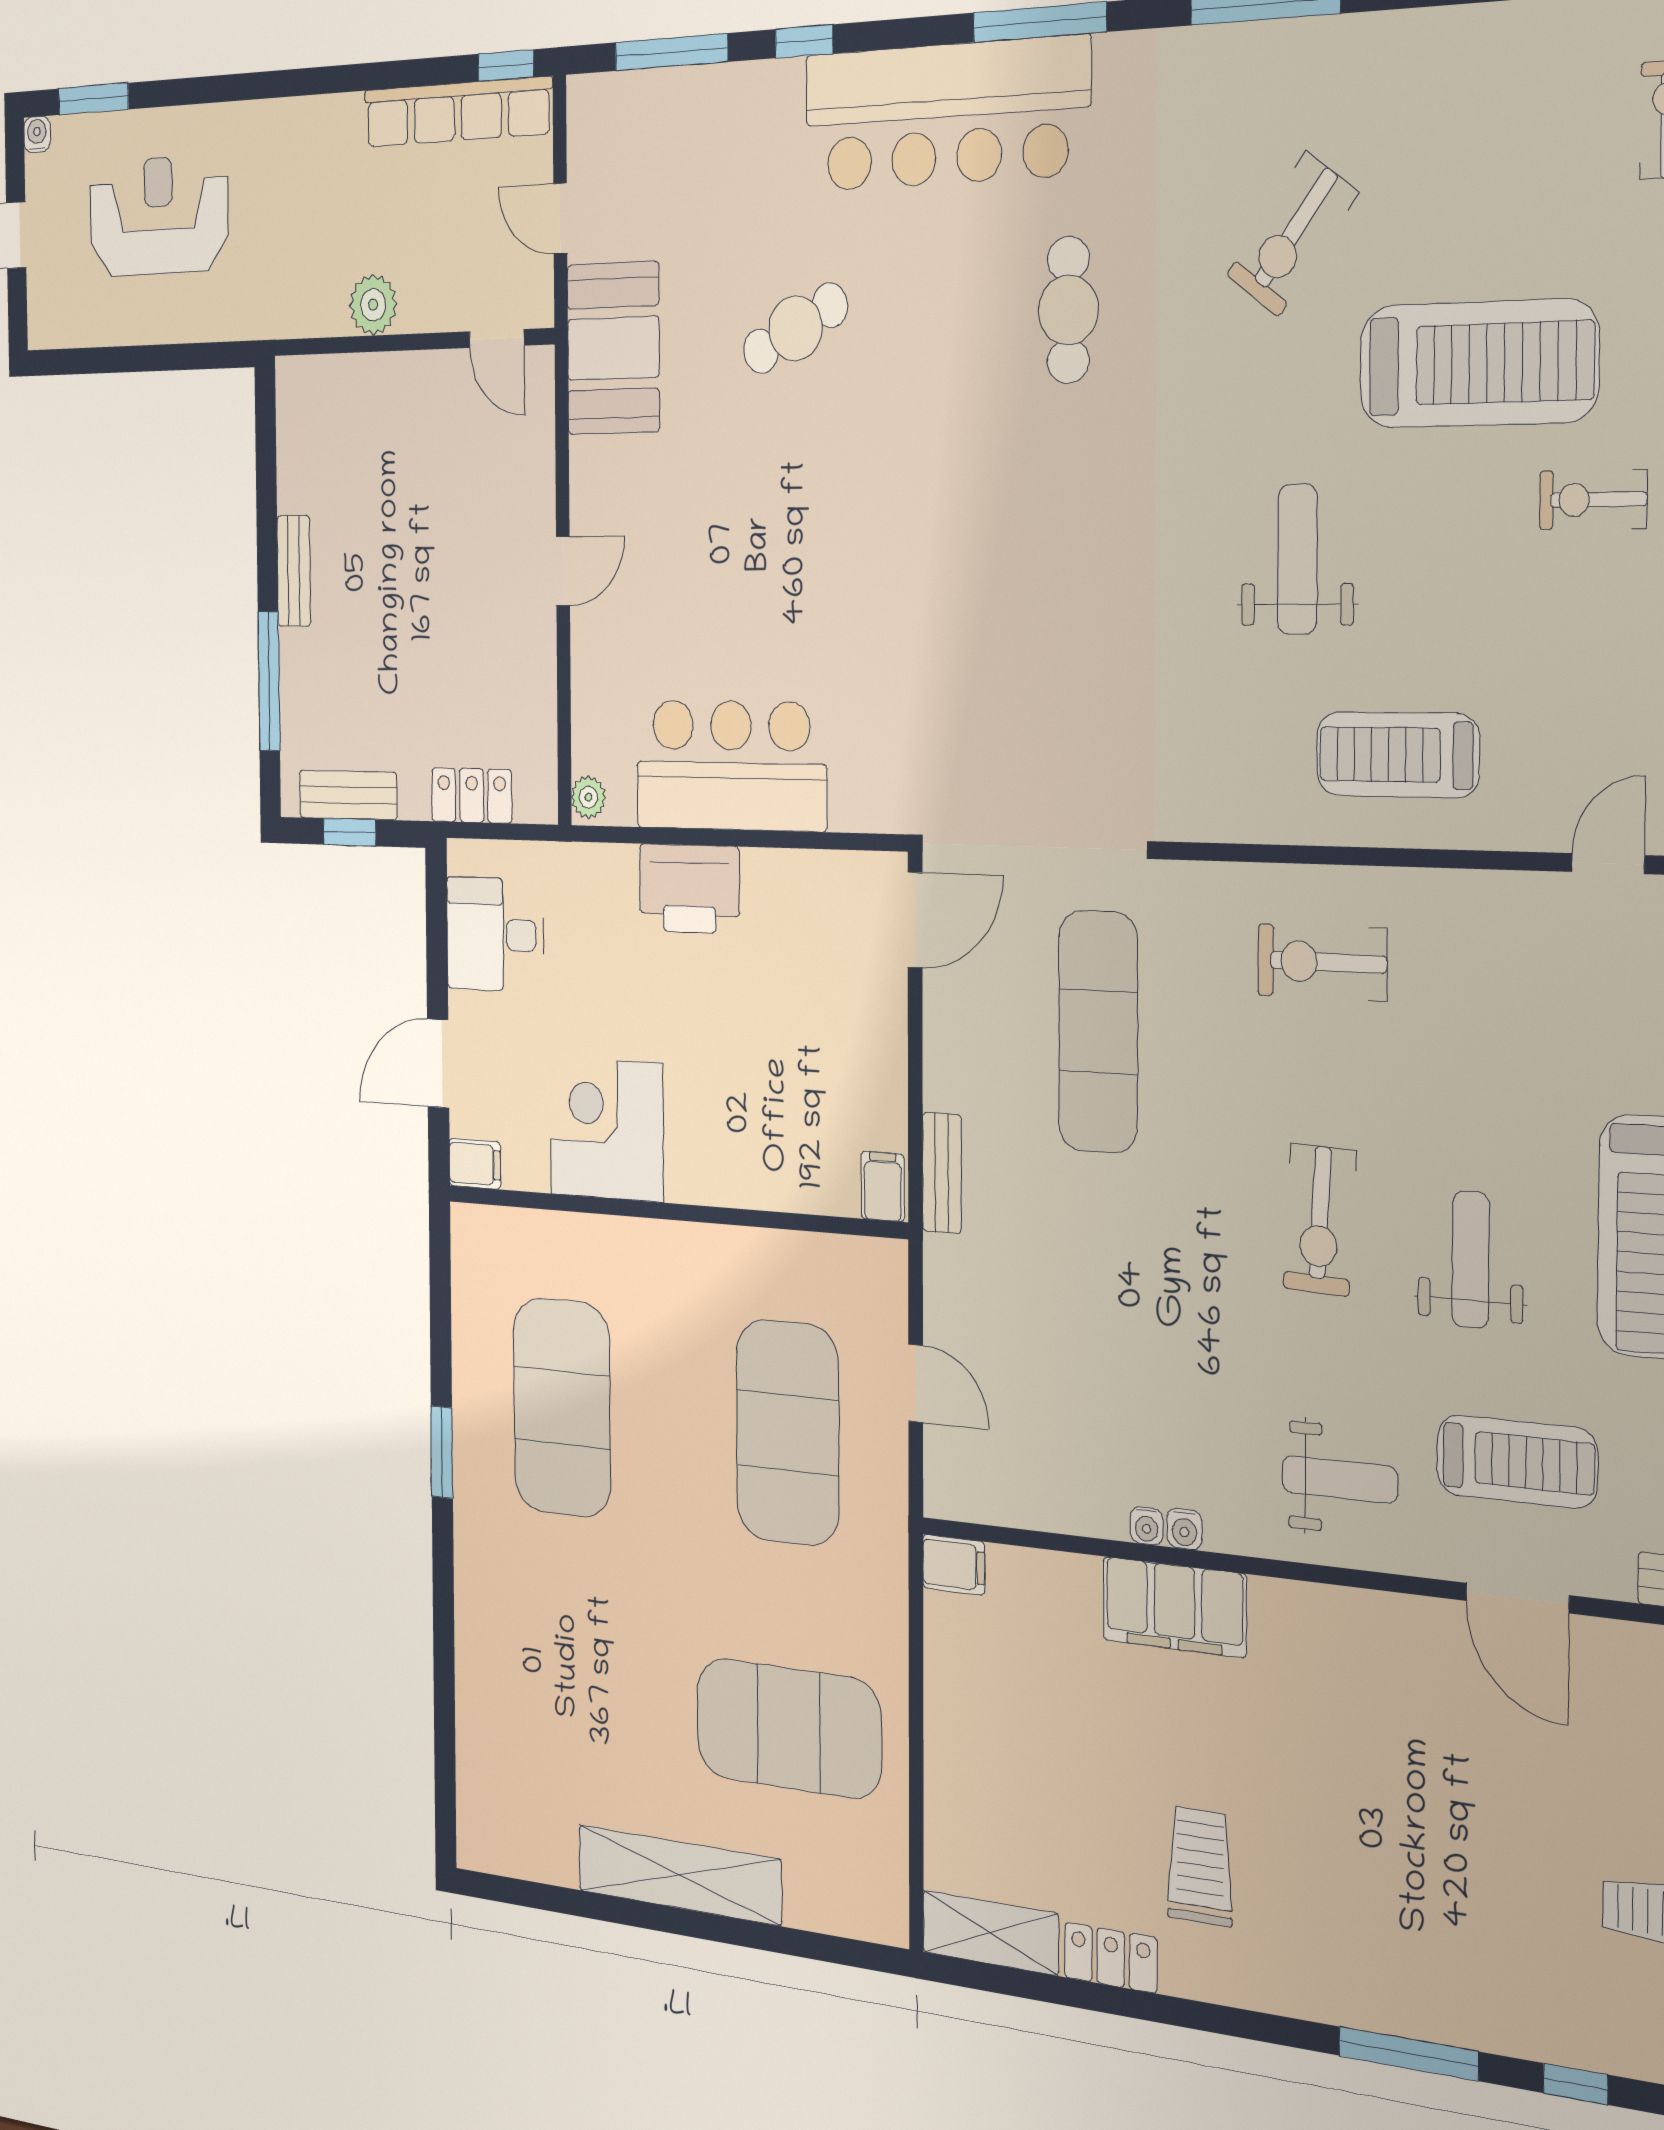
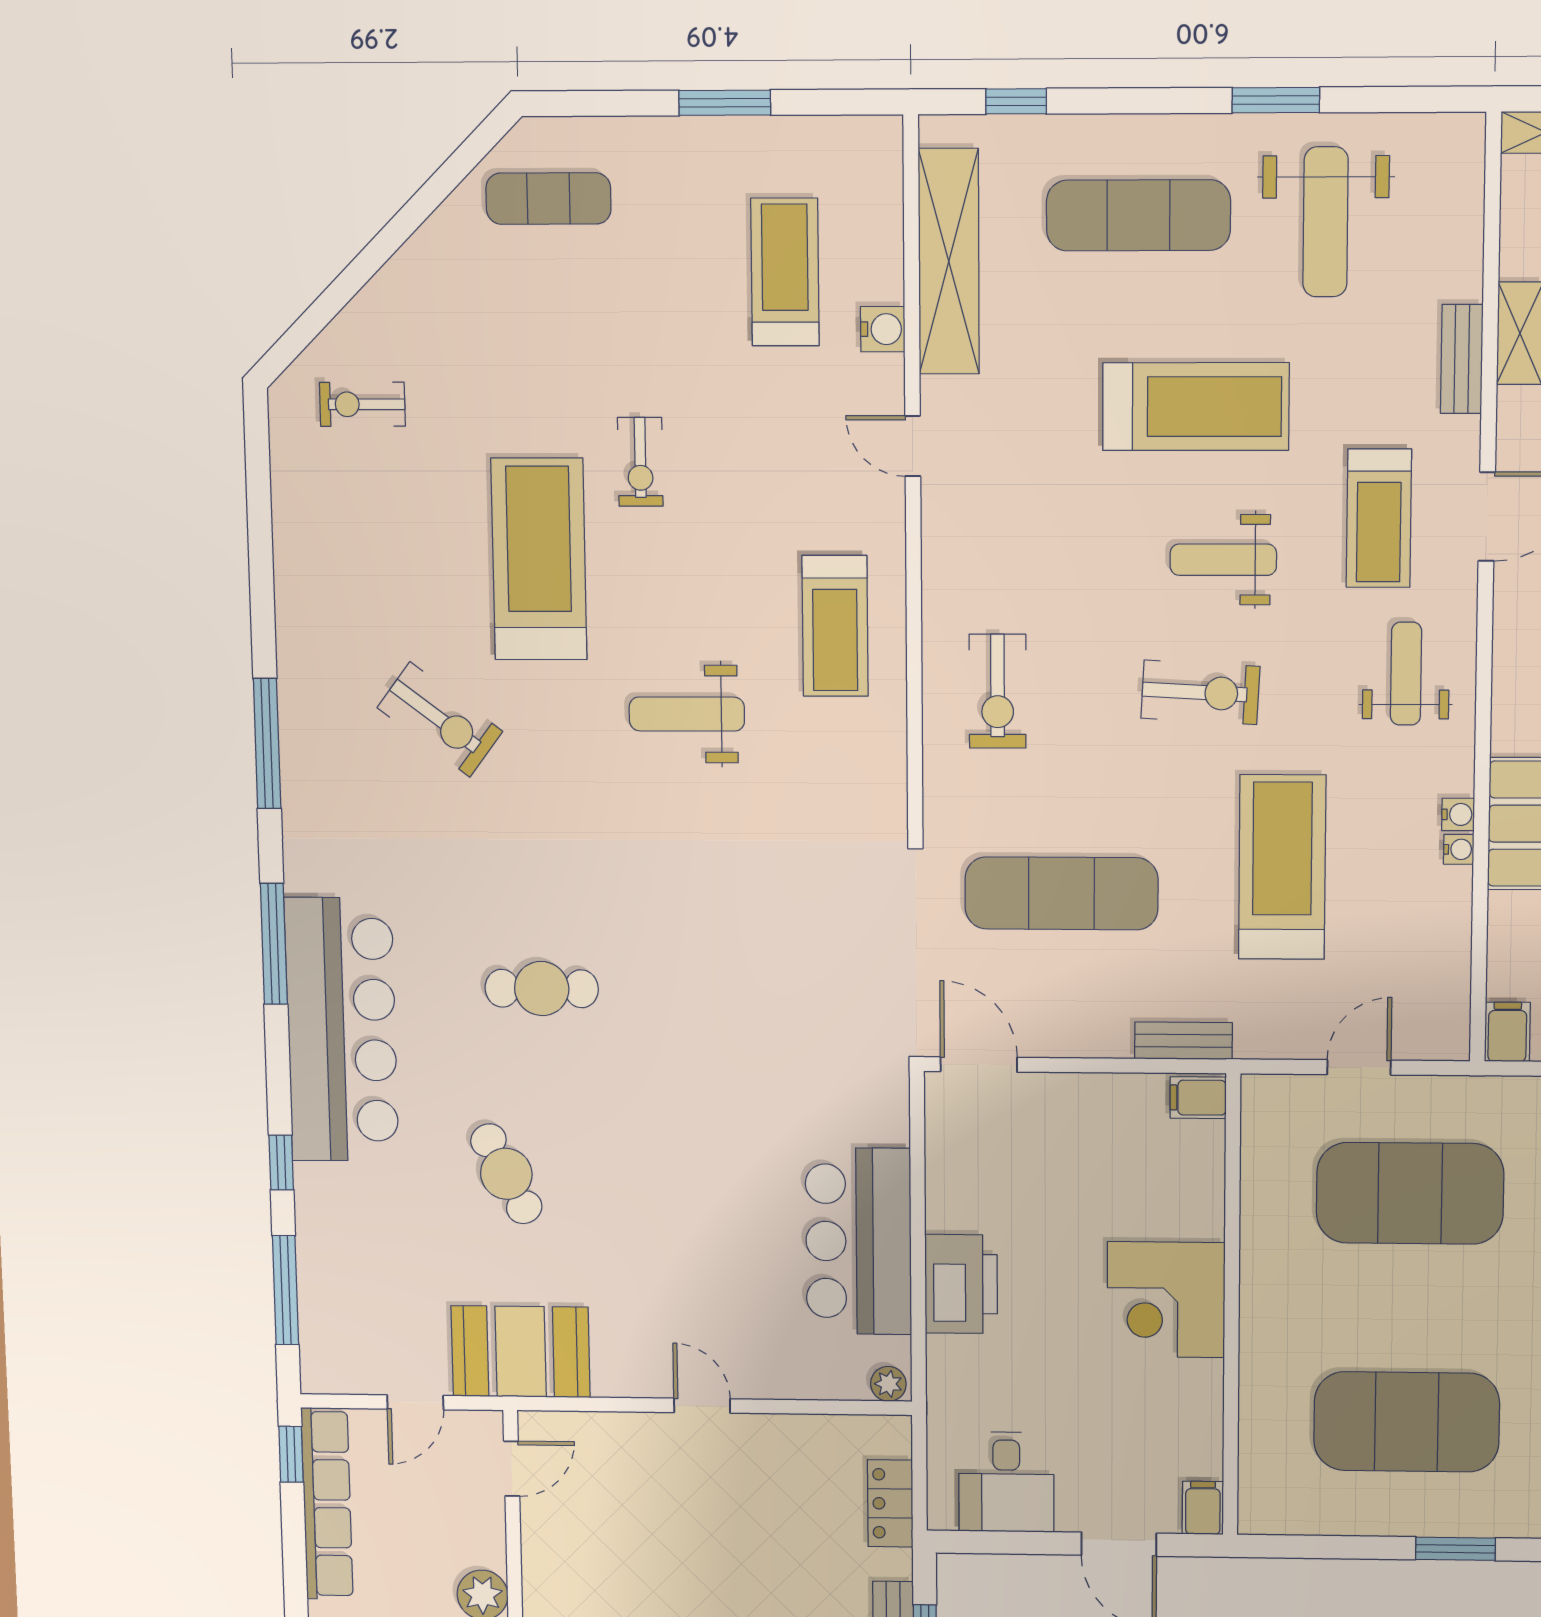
cafe table: (1068, 310) -> (542, 989), moved
corner desk: (606, 1129) -> (1166, 1300), moved
treadmill: (1127, 1308) -> (1282, 867), added
treadmill: (1517, 1462) -> (1379, 518), turned 180

